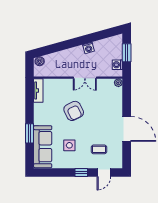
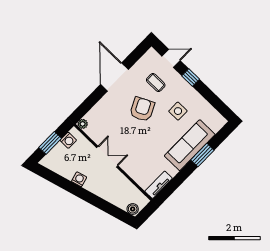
armchair: (74, 111) -> (142, 109), moved
sofa: (43, 147) -> (190, 145), moved

